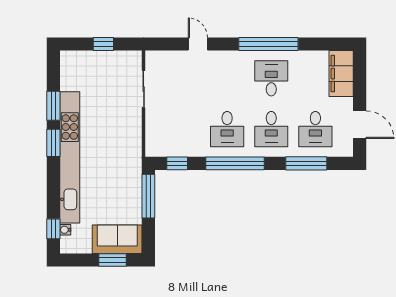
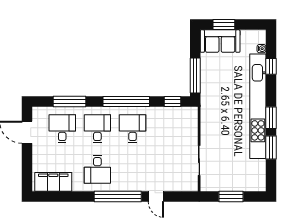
window: (103, 44) -> (231, 197), width x1.50
window: (268, 44) -> (118, 197), moved
filing cabinet: (341, 74) -> (53, 182), moved, turned -90
window: (53, 229) -> (271, 66), moved

